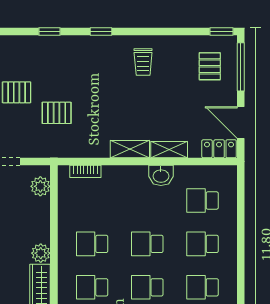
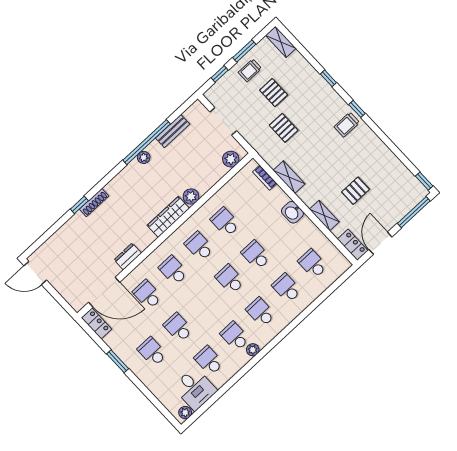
trolley: (143, 62) -> (347, 125), moved
pallet: (210, 66) -> (356, 191), moved
shelving: (130, 149) -> (289, 177), moved
washbasin: (161, 175) -> (292, 212), moved

